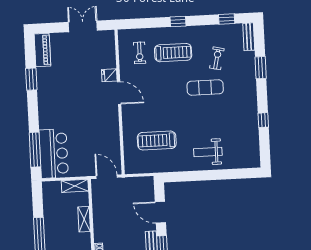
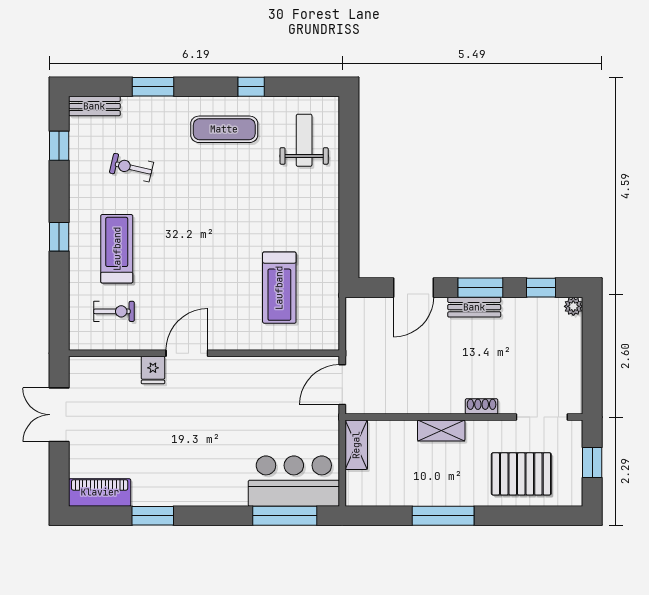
exercise mat: (205, 88) -> (224, 129), moved, turned 90
weight bench: (208, 152) -> (304, 140), moved, turned 180
shelving: (84, 219) -> (441, 431), moved

